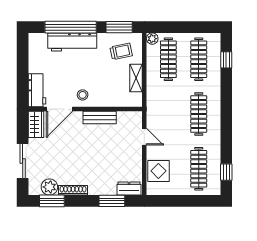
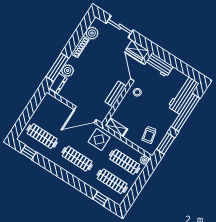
workbench: (72, 42) -> (183, 95), moved
shelving: (136, 78) -> (116, 127), moved
door: (144, 137) -> (85, 115), width x1.88
display table: (158, 171) -> (99, 140), moved
plant: (108, 187) -> (68, 71), added
window: (52, 201) -> (82, 29), removed
window: (112, 201) -> (57, 67), width x1.44

